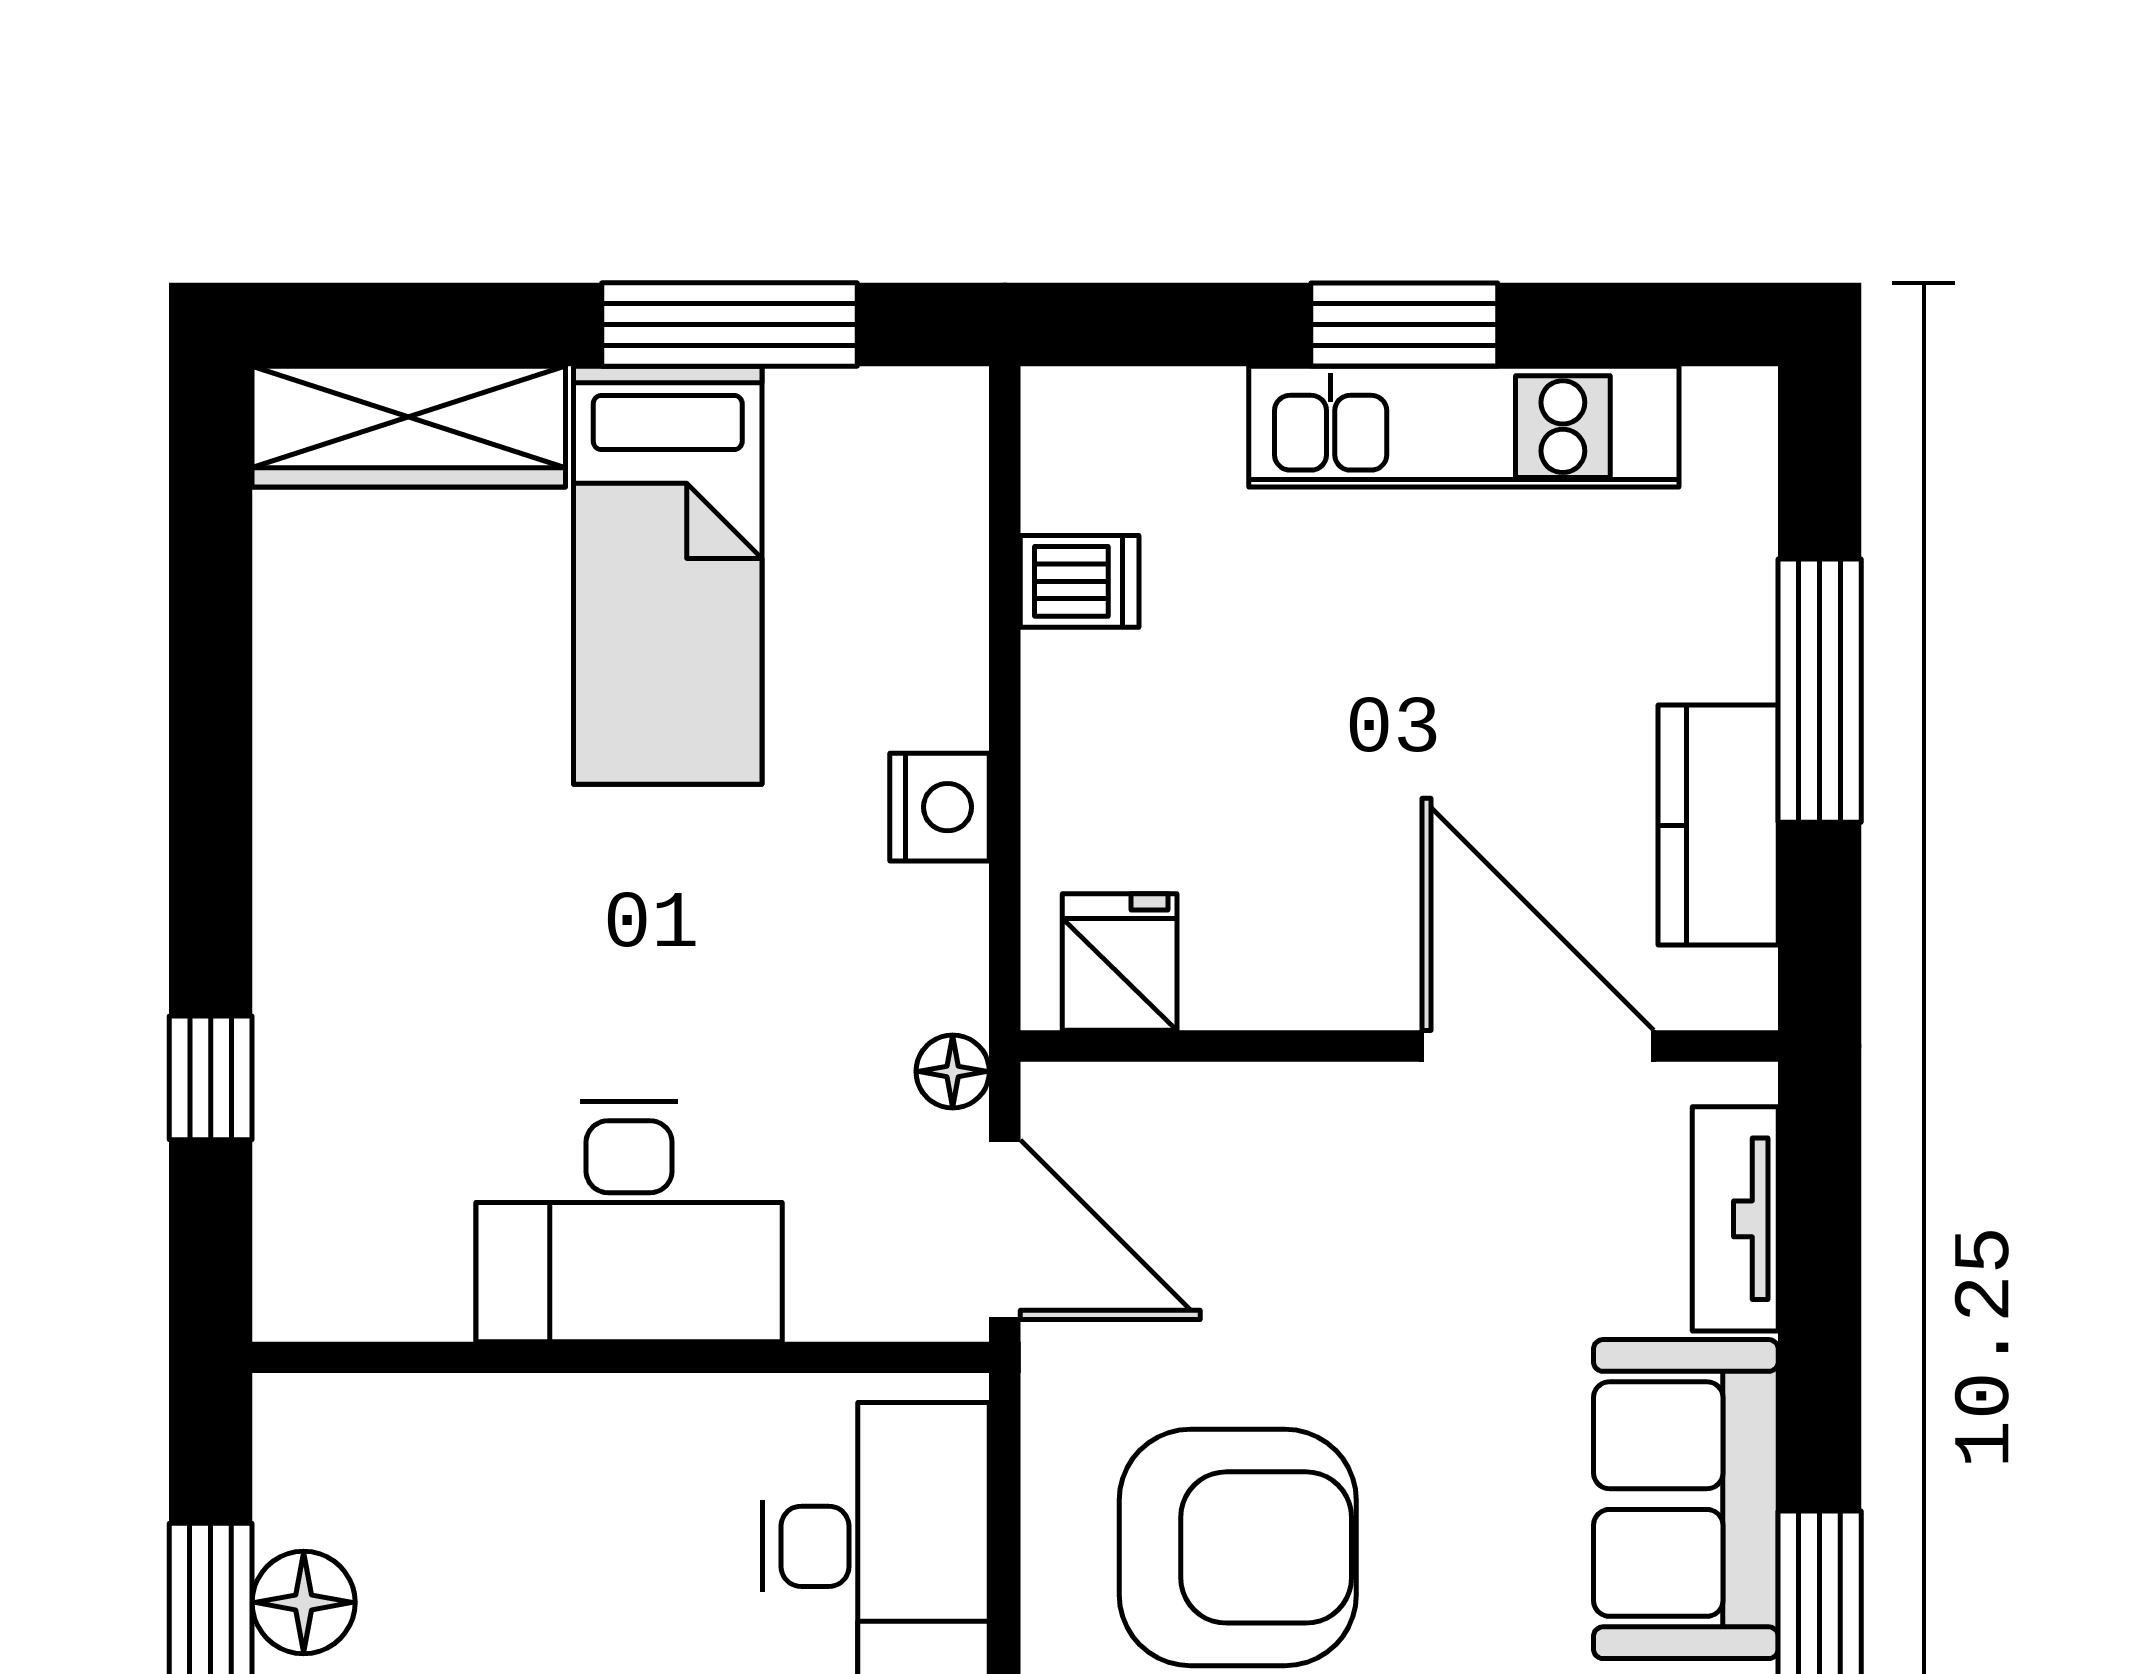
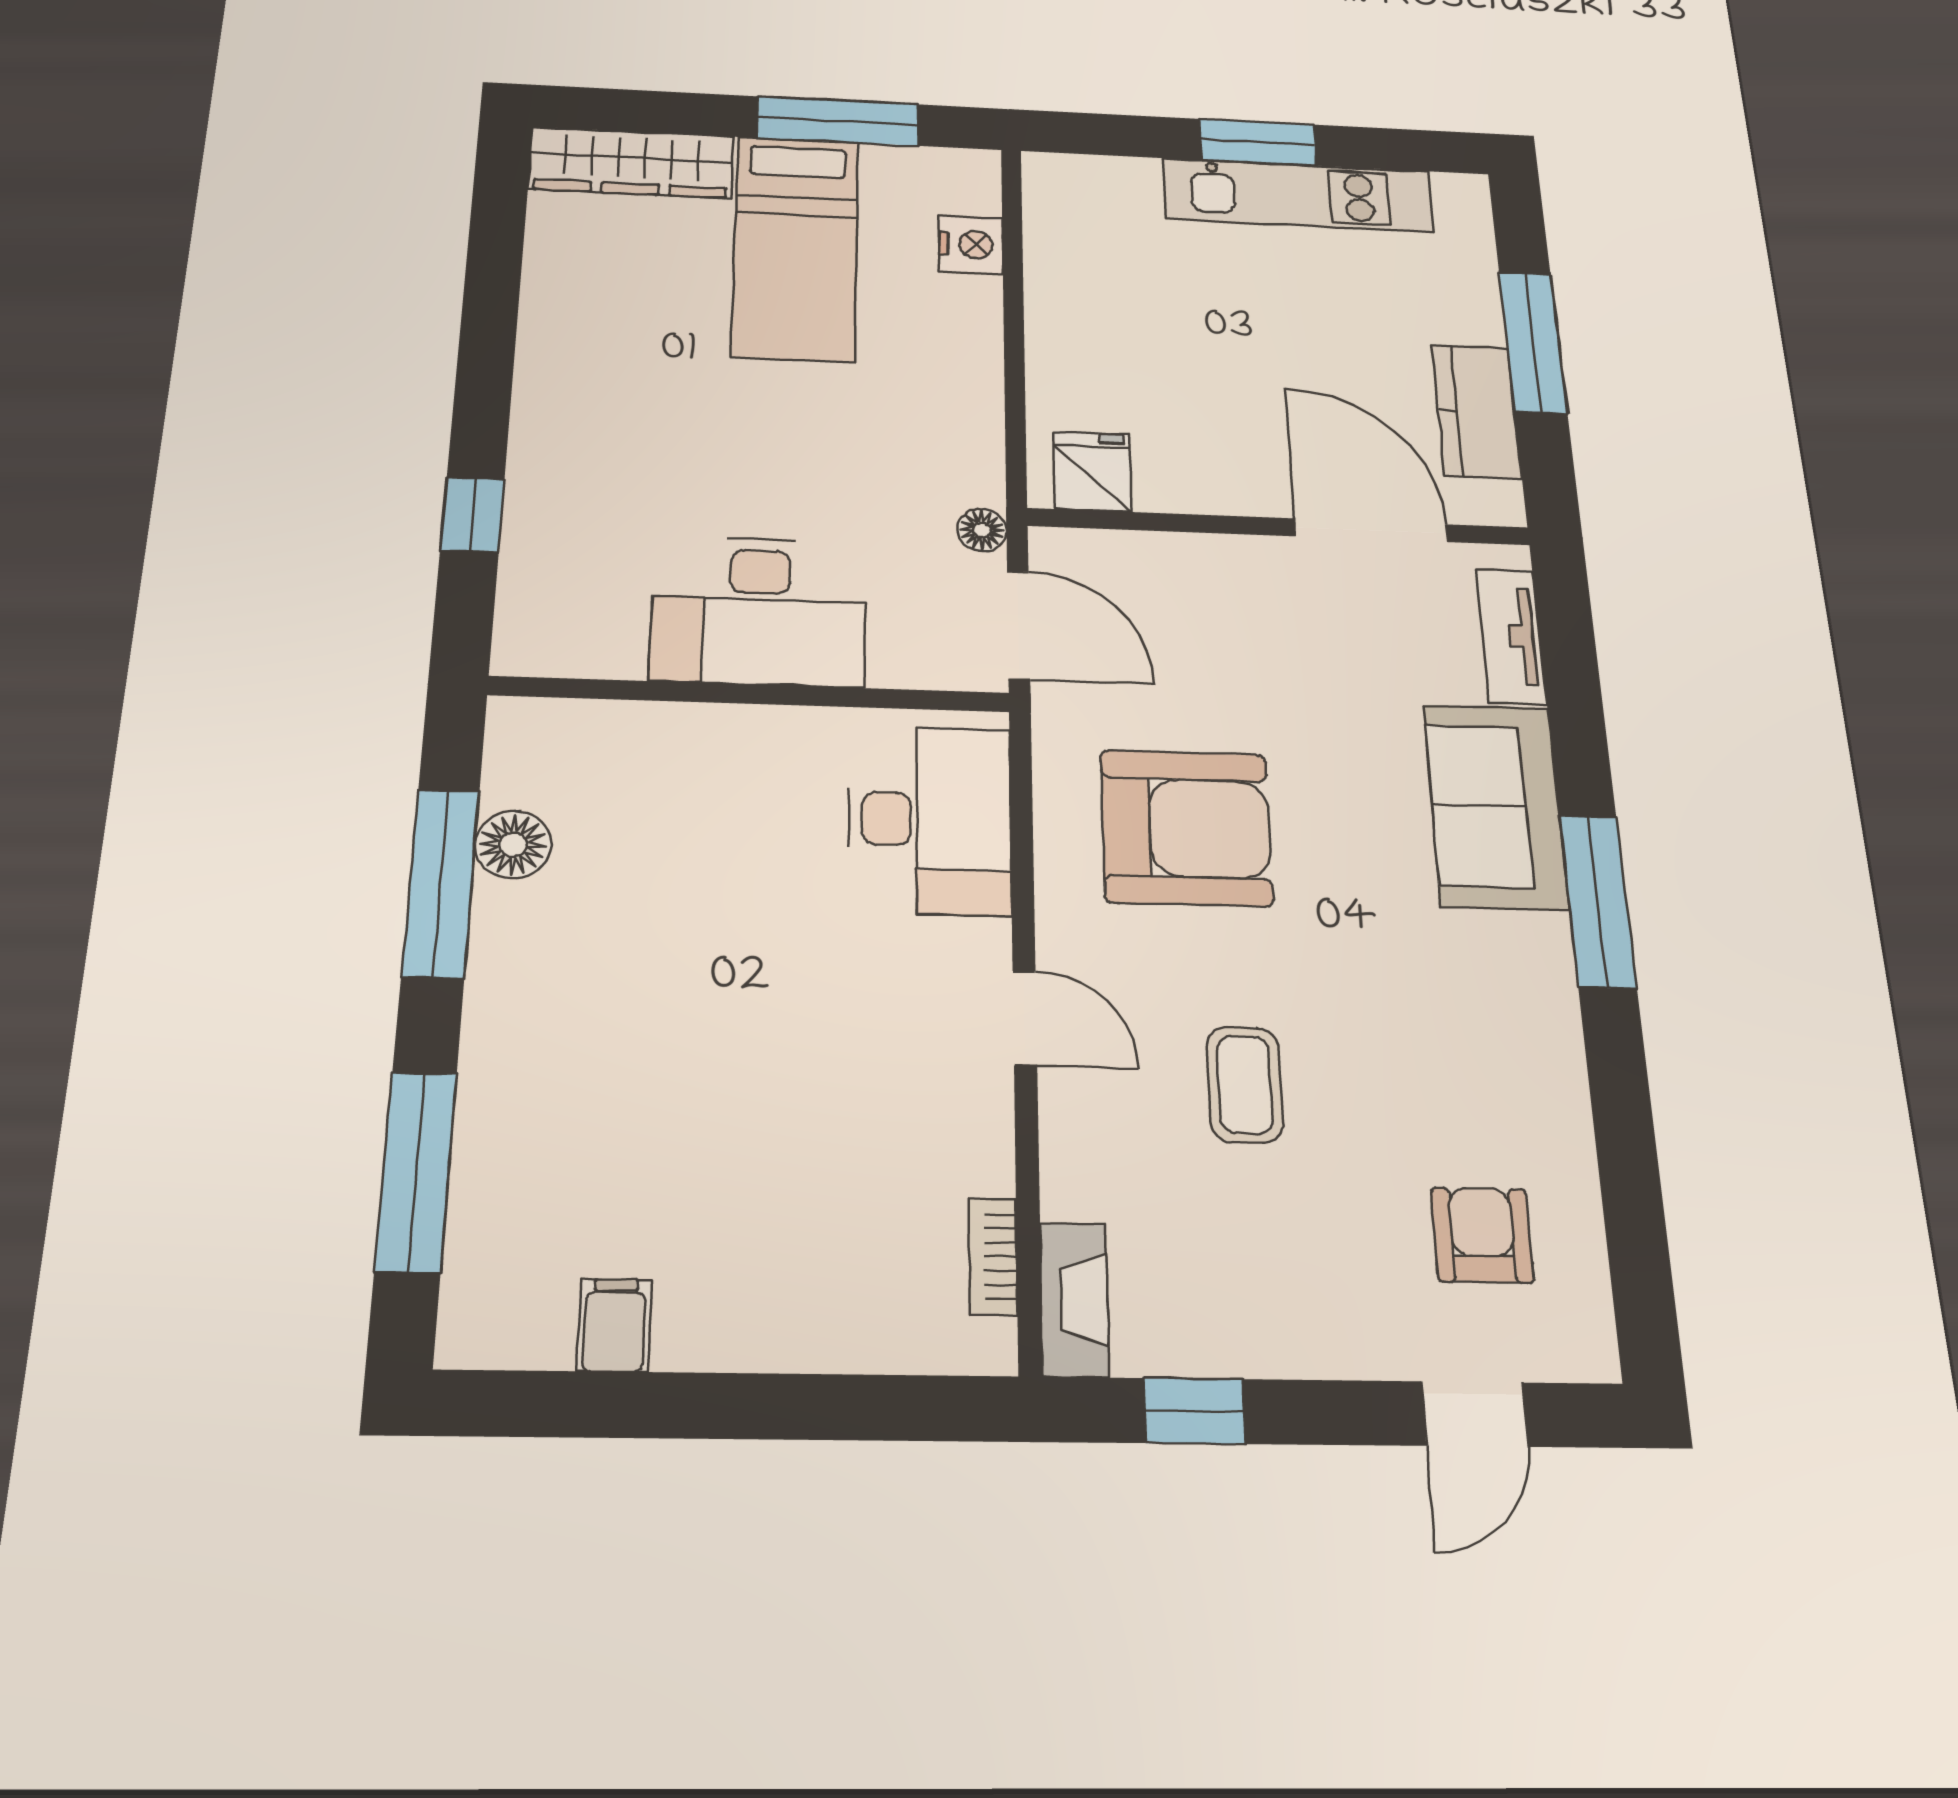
dishwasher: (1080, 581) -> (1061, 263), removed
nightstand: (940, 807) -> (971, 244), moved

